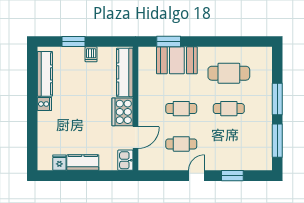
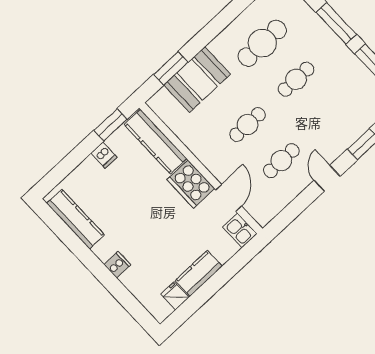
window: (73, 42) -> (110, 125), moved
cooker: (44, 104) -> (117, 265), moved

